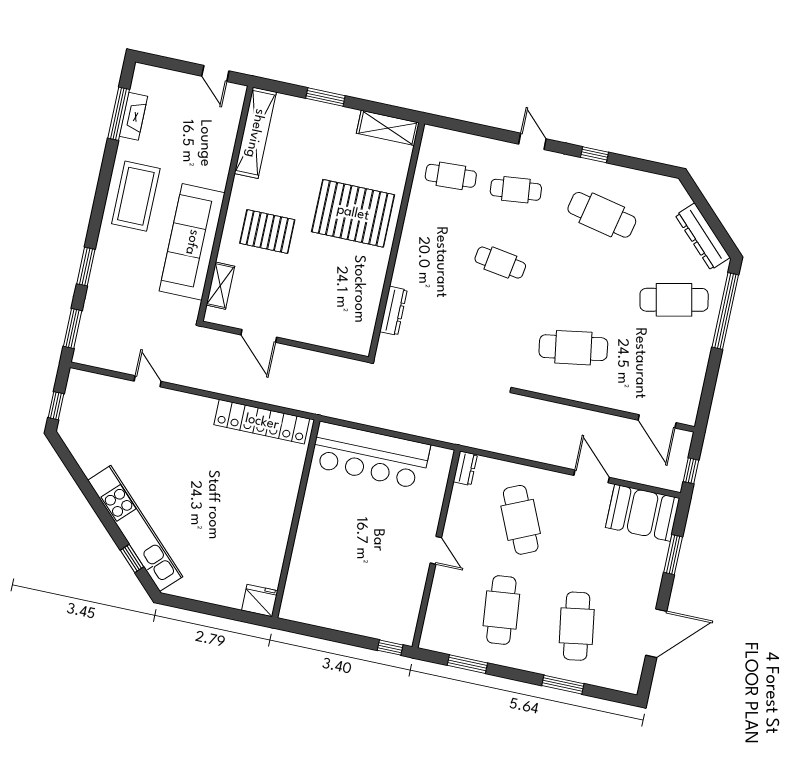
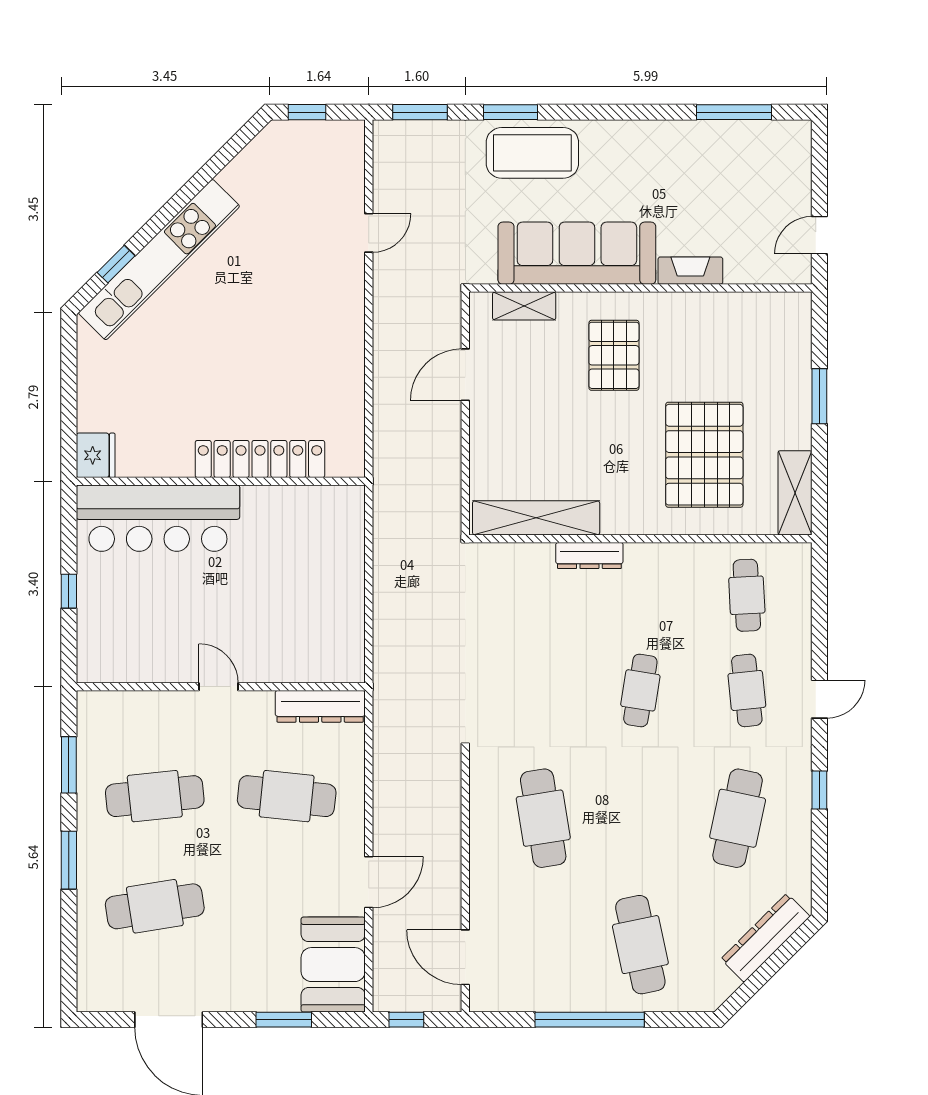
fireplace: (133, 116) -> (690, 271), moved, turned 180
shelving: (255, 133) -> (536, 518), moved
coffee table: (136, 196) -> (532, 153), moved
pallet: (353, 213) -> (704, 455), moved
dresser: (703, 236) -> (765, 938), moved
dresser: (393, 311) -> (589, 555), moved
window: (725, 311) -> (590, 1020), moved
door: (657, 421) -> (465, 957), hinge flipped
locker: (262, 422) -> (260, 459), moved, turned 90
bar counter: (370, 455) -> (158, 518), moved, turned -90
dresser: (465, 468) -> (320, 706), width x1.96, depth x1.24
cafe table: (521, 520) -> (287, 796), turned 30
door: (436, 550) -> (219, 687), swing flipped
window: (390, 648) -> (69, 591), moved
window: (563, 685) -> (69, 860), moved

